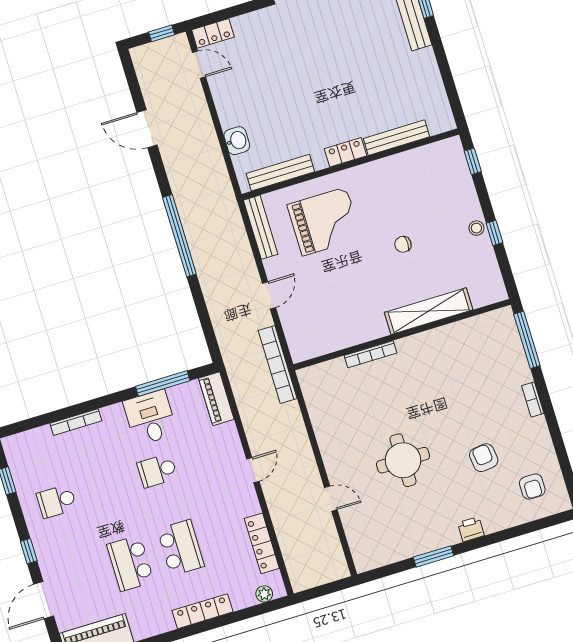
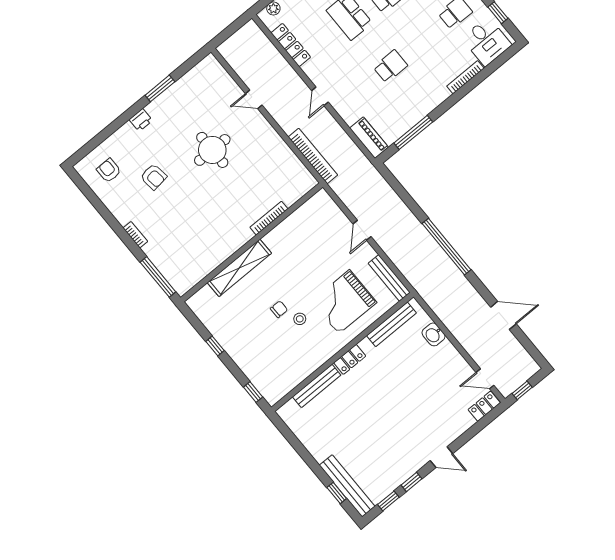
stool: (476, 228) -> (300, 319), moved
bookcase: (278, 365) -> (313, 156), moved
desk: (150, 418) -> (487, 42), moved

